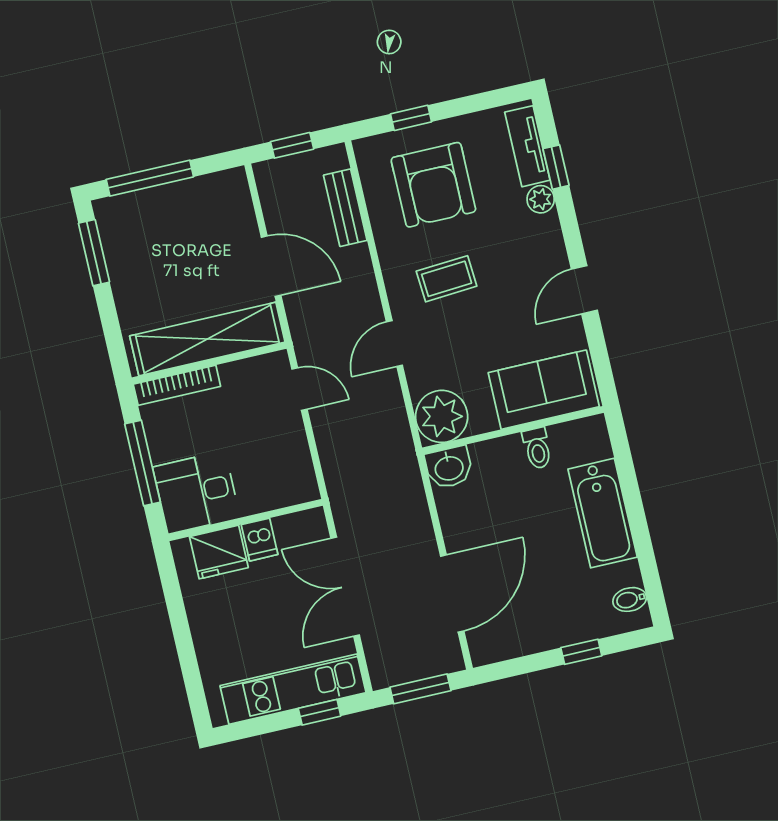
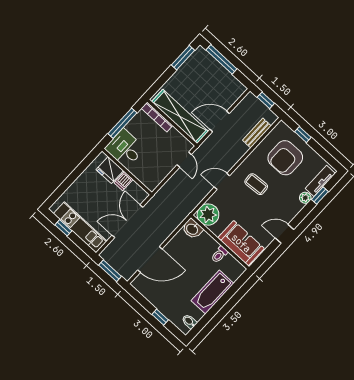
door: (271, 266) -> (220, 121), swing flipped
window: (320, 712) -> (63, 228), moved

